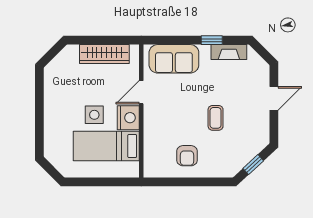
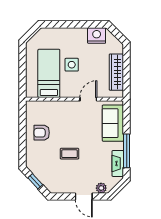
window: (212, 40) -> (127, 151), width x2.17
plant: (262, 75) -> (101, 188), added
door: (141, 92) -> (88, 99), hinge flipped
nightstand: (128, 118) -> (97, 35), moved, turned 180

